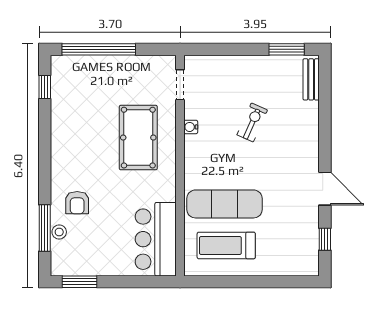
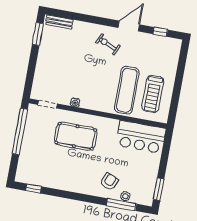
window: (99, 49) -> (20, 131), moved
exercise bike: (252, 122) -> (108, 44), moved
armchair: (77, 203) -> (109, 182), turned -67

